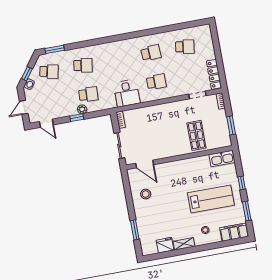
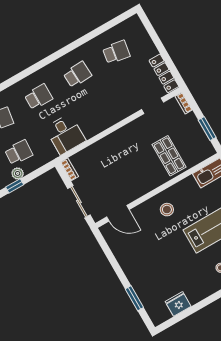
school desk: (156, 82) -> (39, 97), moved
stool: (146, 194) -> (167, 210), moved
shelving: (184, 244) -> (201, 294), removed

